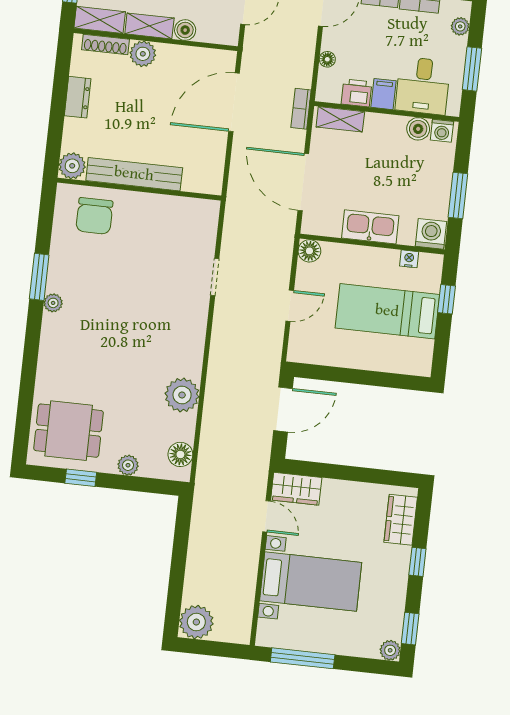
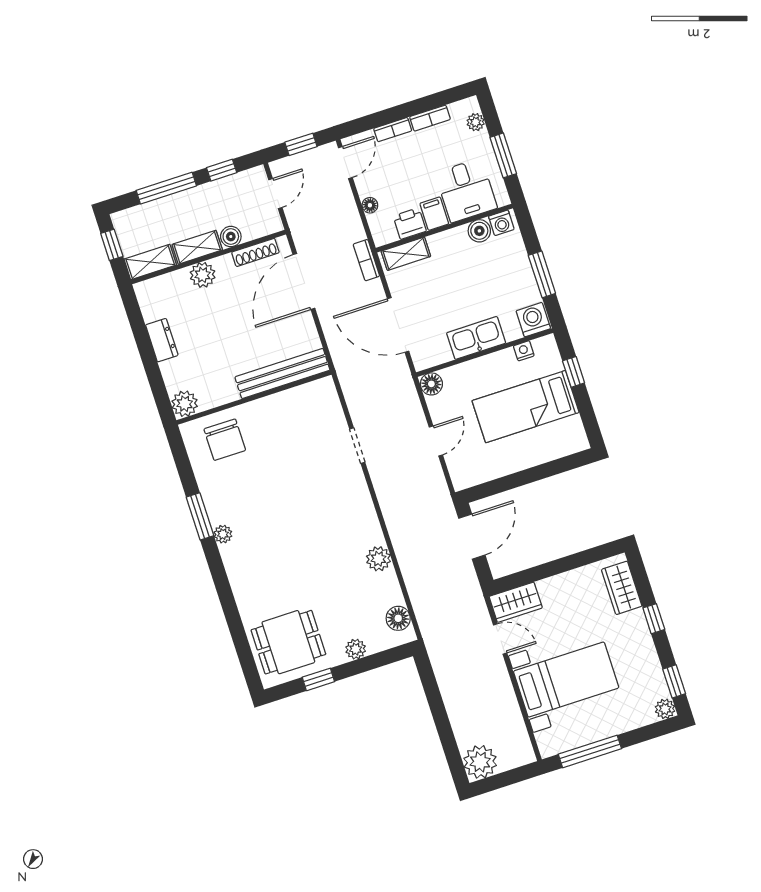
shoe rack: (105, 45) -> (255, 252), moved
bench: (134, 174) -> (282, 374), moved
plant: (182, 395) -> (378, 559), width x0.73, depth x0.73

